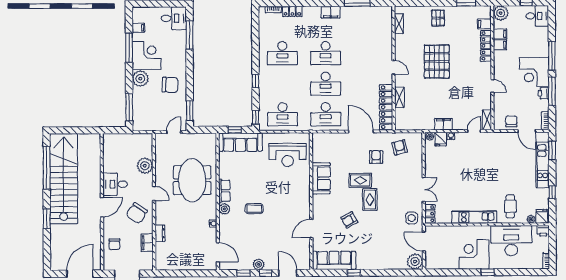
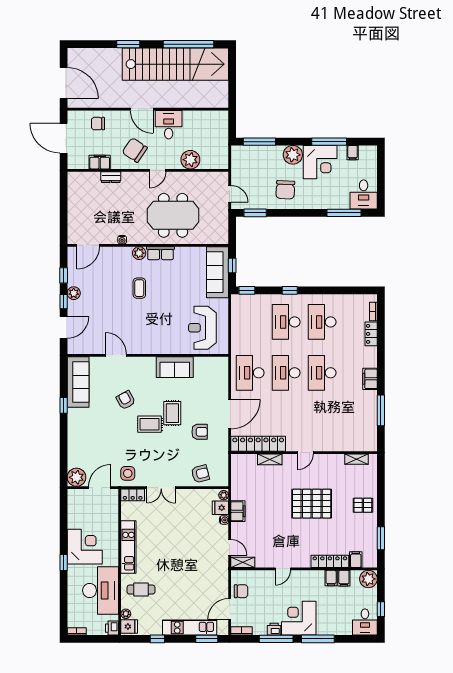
desk: (283, 114) -> (286, 322), moved
armchair: (400, 147) -> (200, 474), moved

